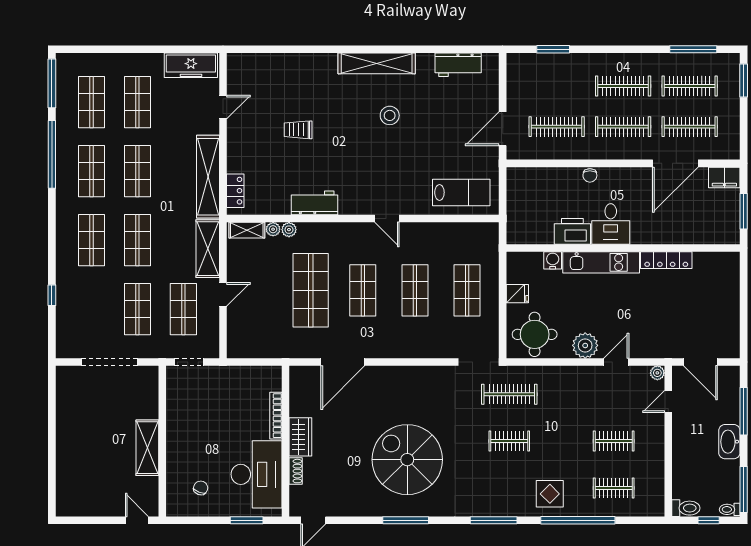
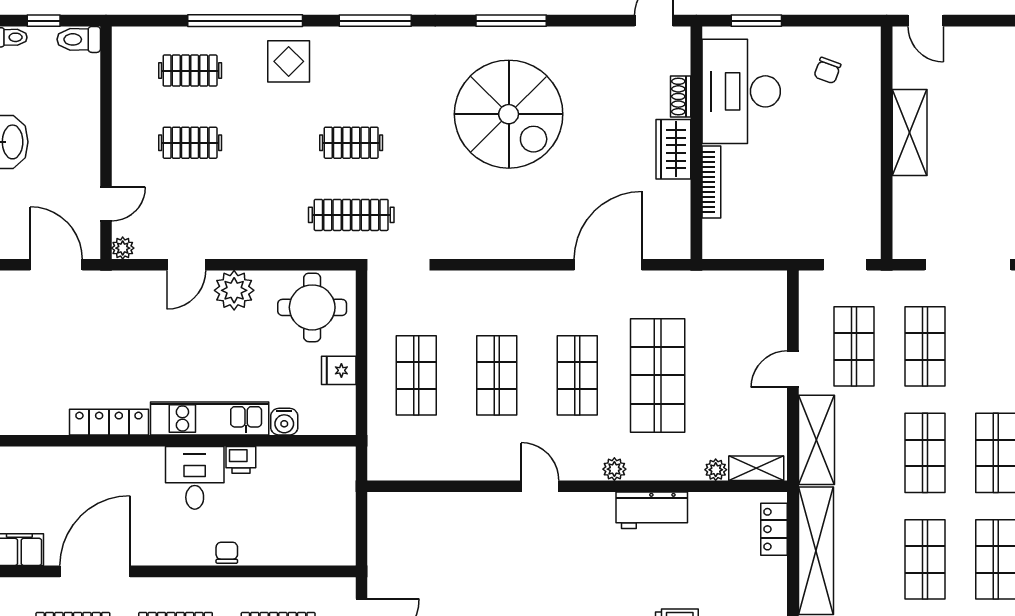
lab bench: (461, 192) -> (425, 526), removed
plant: (289, 230) -> (614, 469), moved
printer: (572, 231) -> (241, 460), width x0.53, depth x0.68

